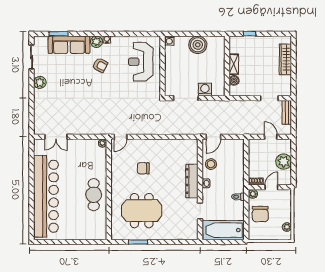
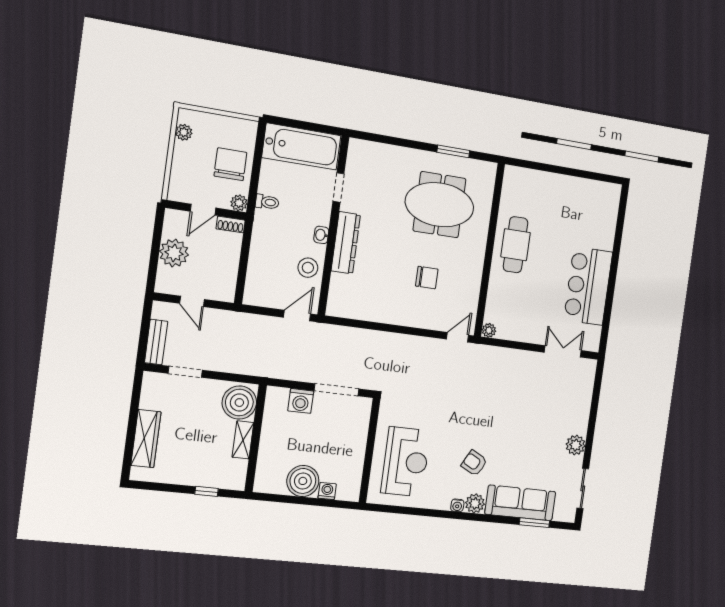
washing machine: (169, 40) -> (327, 491), moved
boiler: (234, 80) -> (239, 403), width x1.86, depth x1.86
bar counter: (46, 196) -> (588, 286), width x0.54

